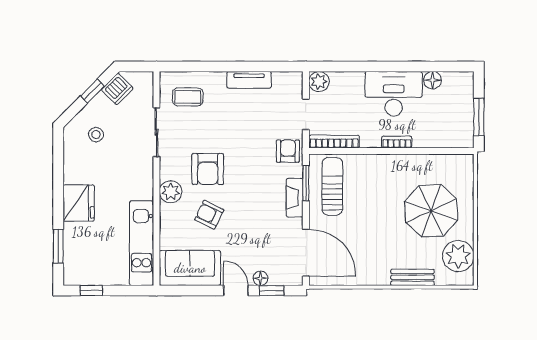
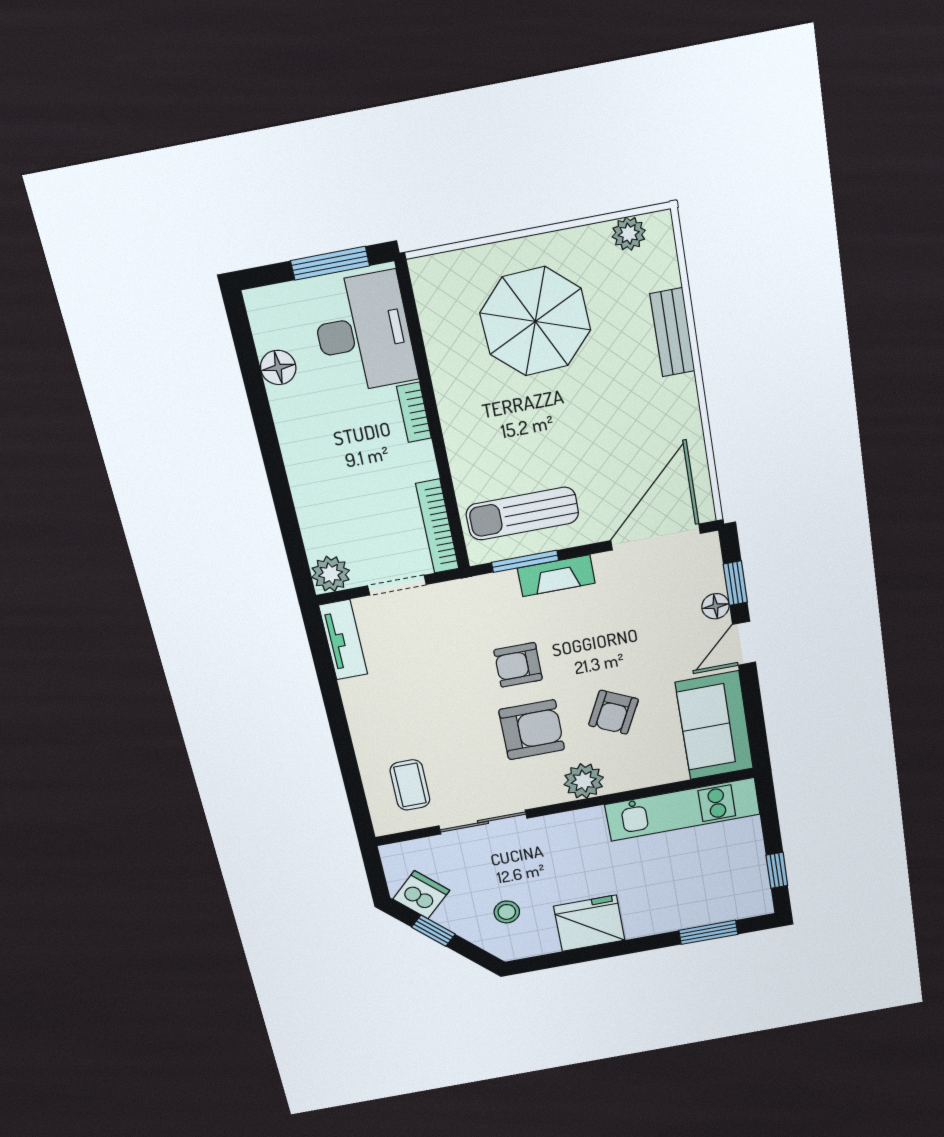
tv unit: (249, 80) -> (343, 640), moved
desk: (394, 94) -> (363, 333), moved, turned 180
armchair: (288, 151) -> (518, 665), moved
fridge: (79, 203) -> (589, 923), moved
plant: (458, 256) -> (629, 234), width x0.53, depth x0.53

